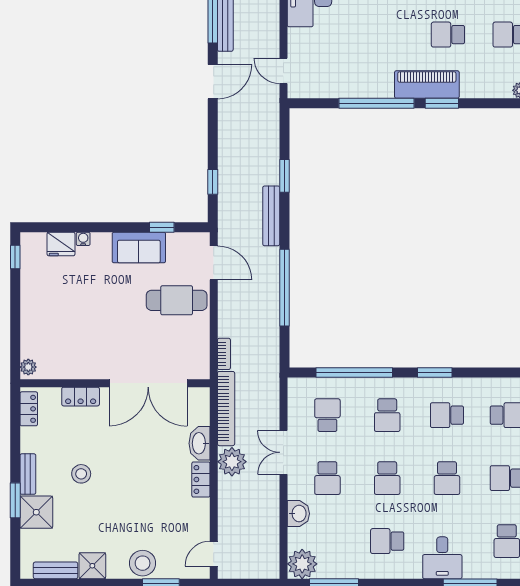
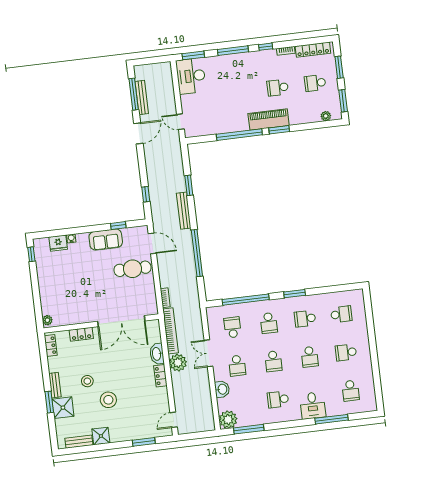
stool: (143, 563) -> (108, 400), moved

